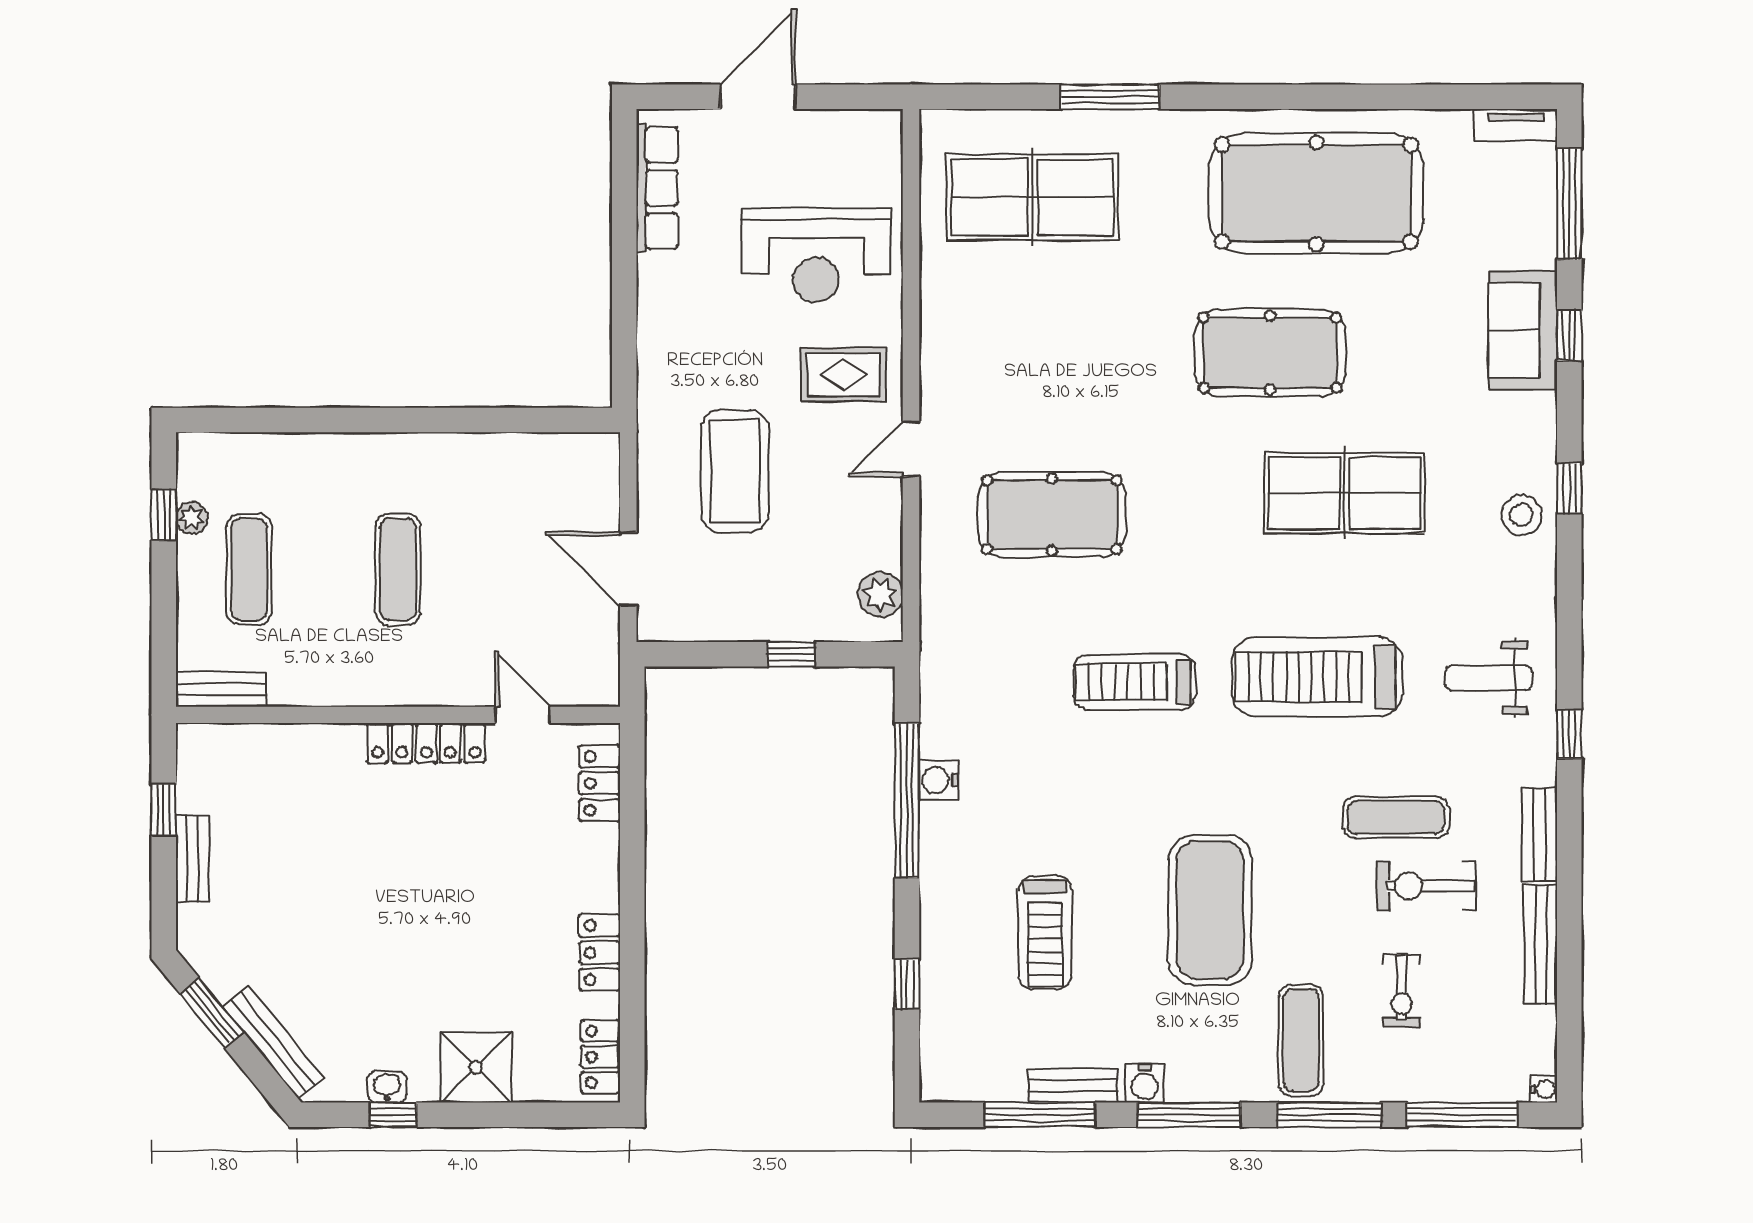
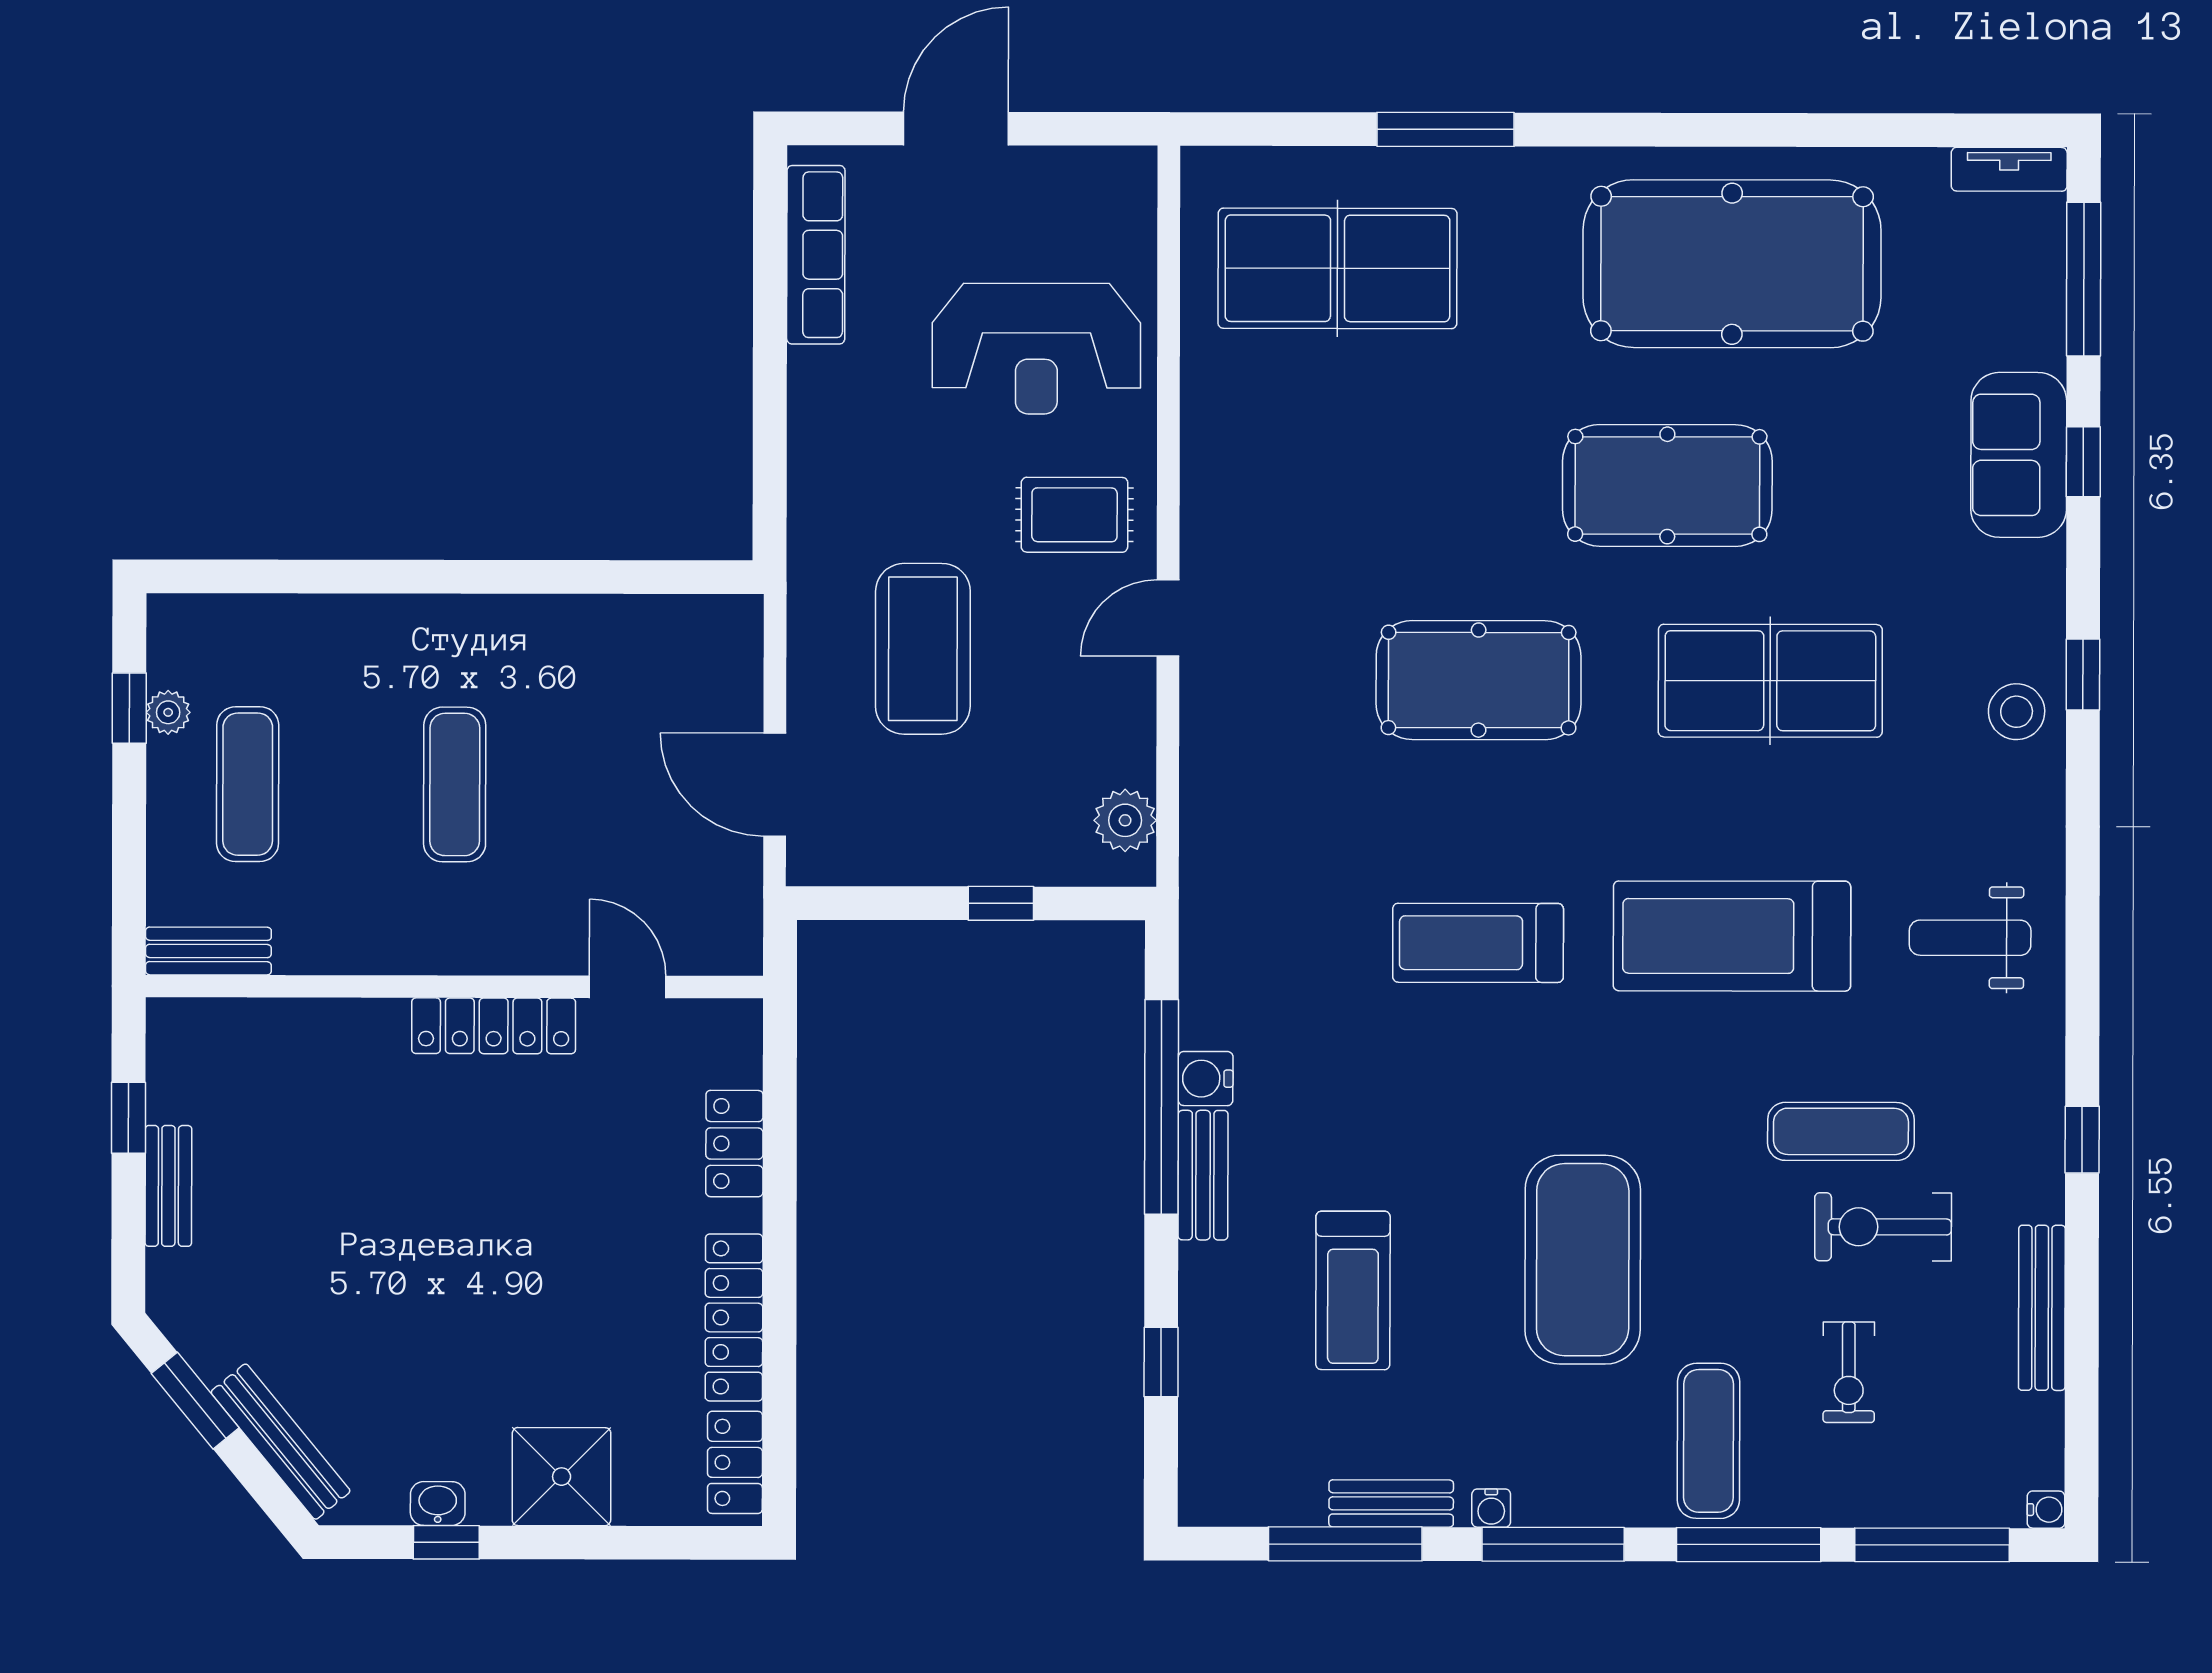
pool table: (1052, 514) -> (1479, 680), moved
window: (1569, 734) -> (2082, 1140), moved
locker: (600, 783) -> (734, 1144), moved
bench: (1539, 835) -> (1203, 1175), moved
locker: (600, 953) -> (734, 1317), width x1.53
water cooler: (1145, 1083) -> (1491, 1508), width x0.72, depth x0.72

